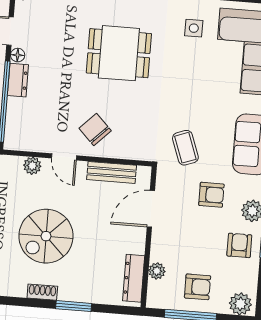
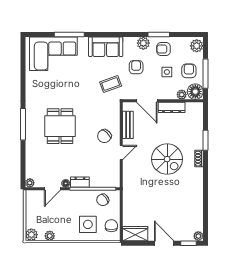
side table: (194, 28) -> (167, 72), moved
plant: (32, 166) -> (128, 170), removed
dresser: (134, 278) -> (172, 107), moved
floor lamp: (160, 295) -> (195, 92), added

